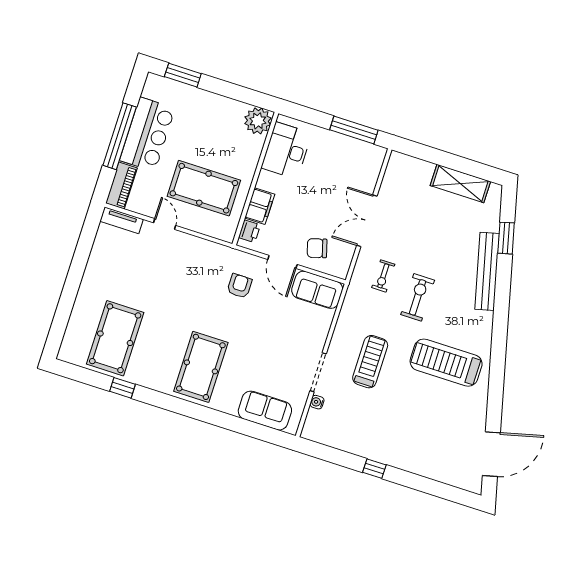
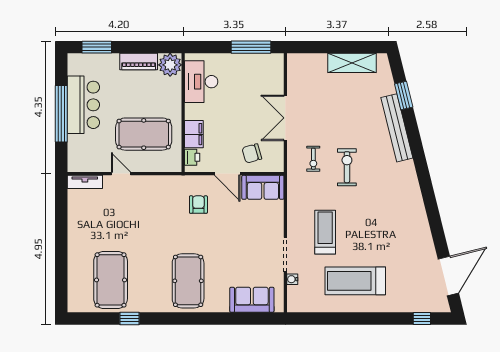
piano: (122, 186) -> (139, 62), moved, turned 90
treadmill: (446, 363) -> (355, 281), moved
window: (374, 469) -> (422, 319), moved

